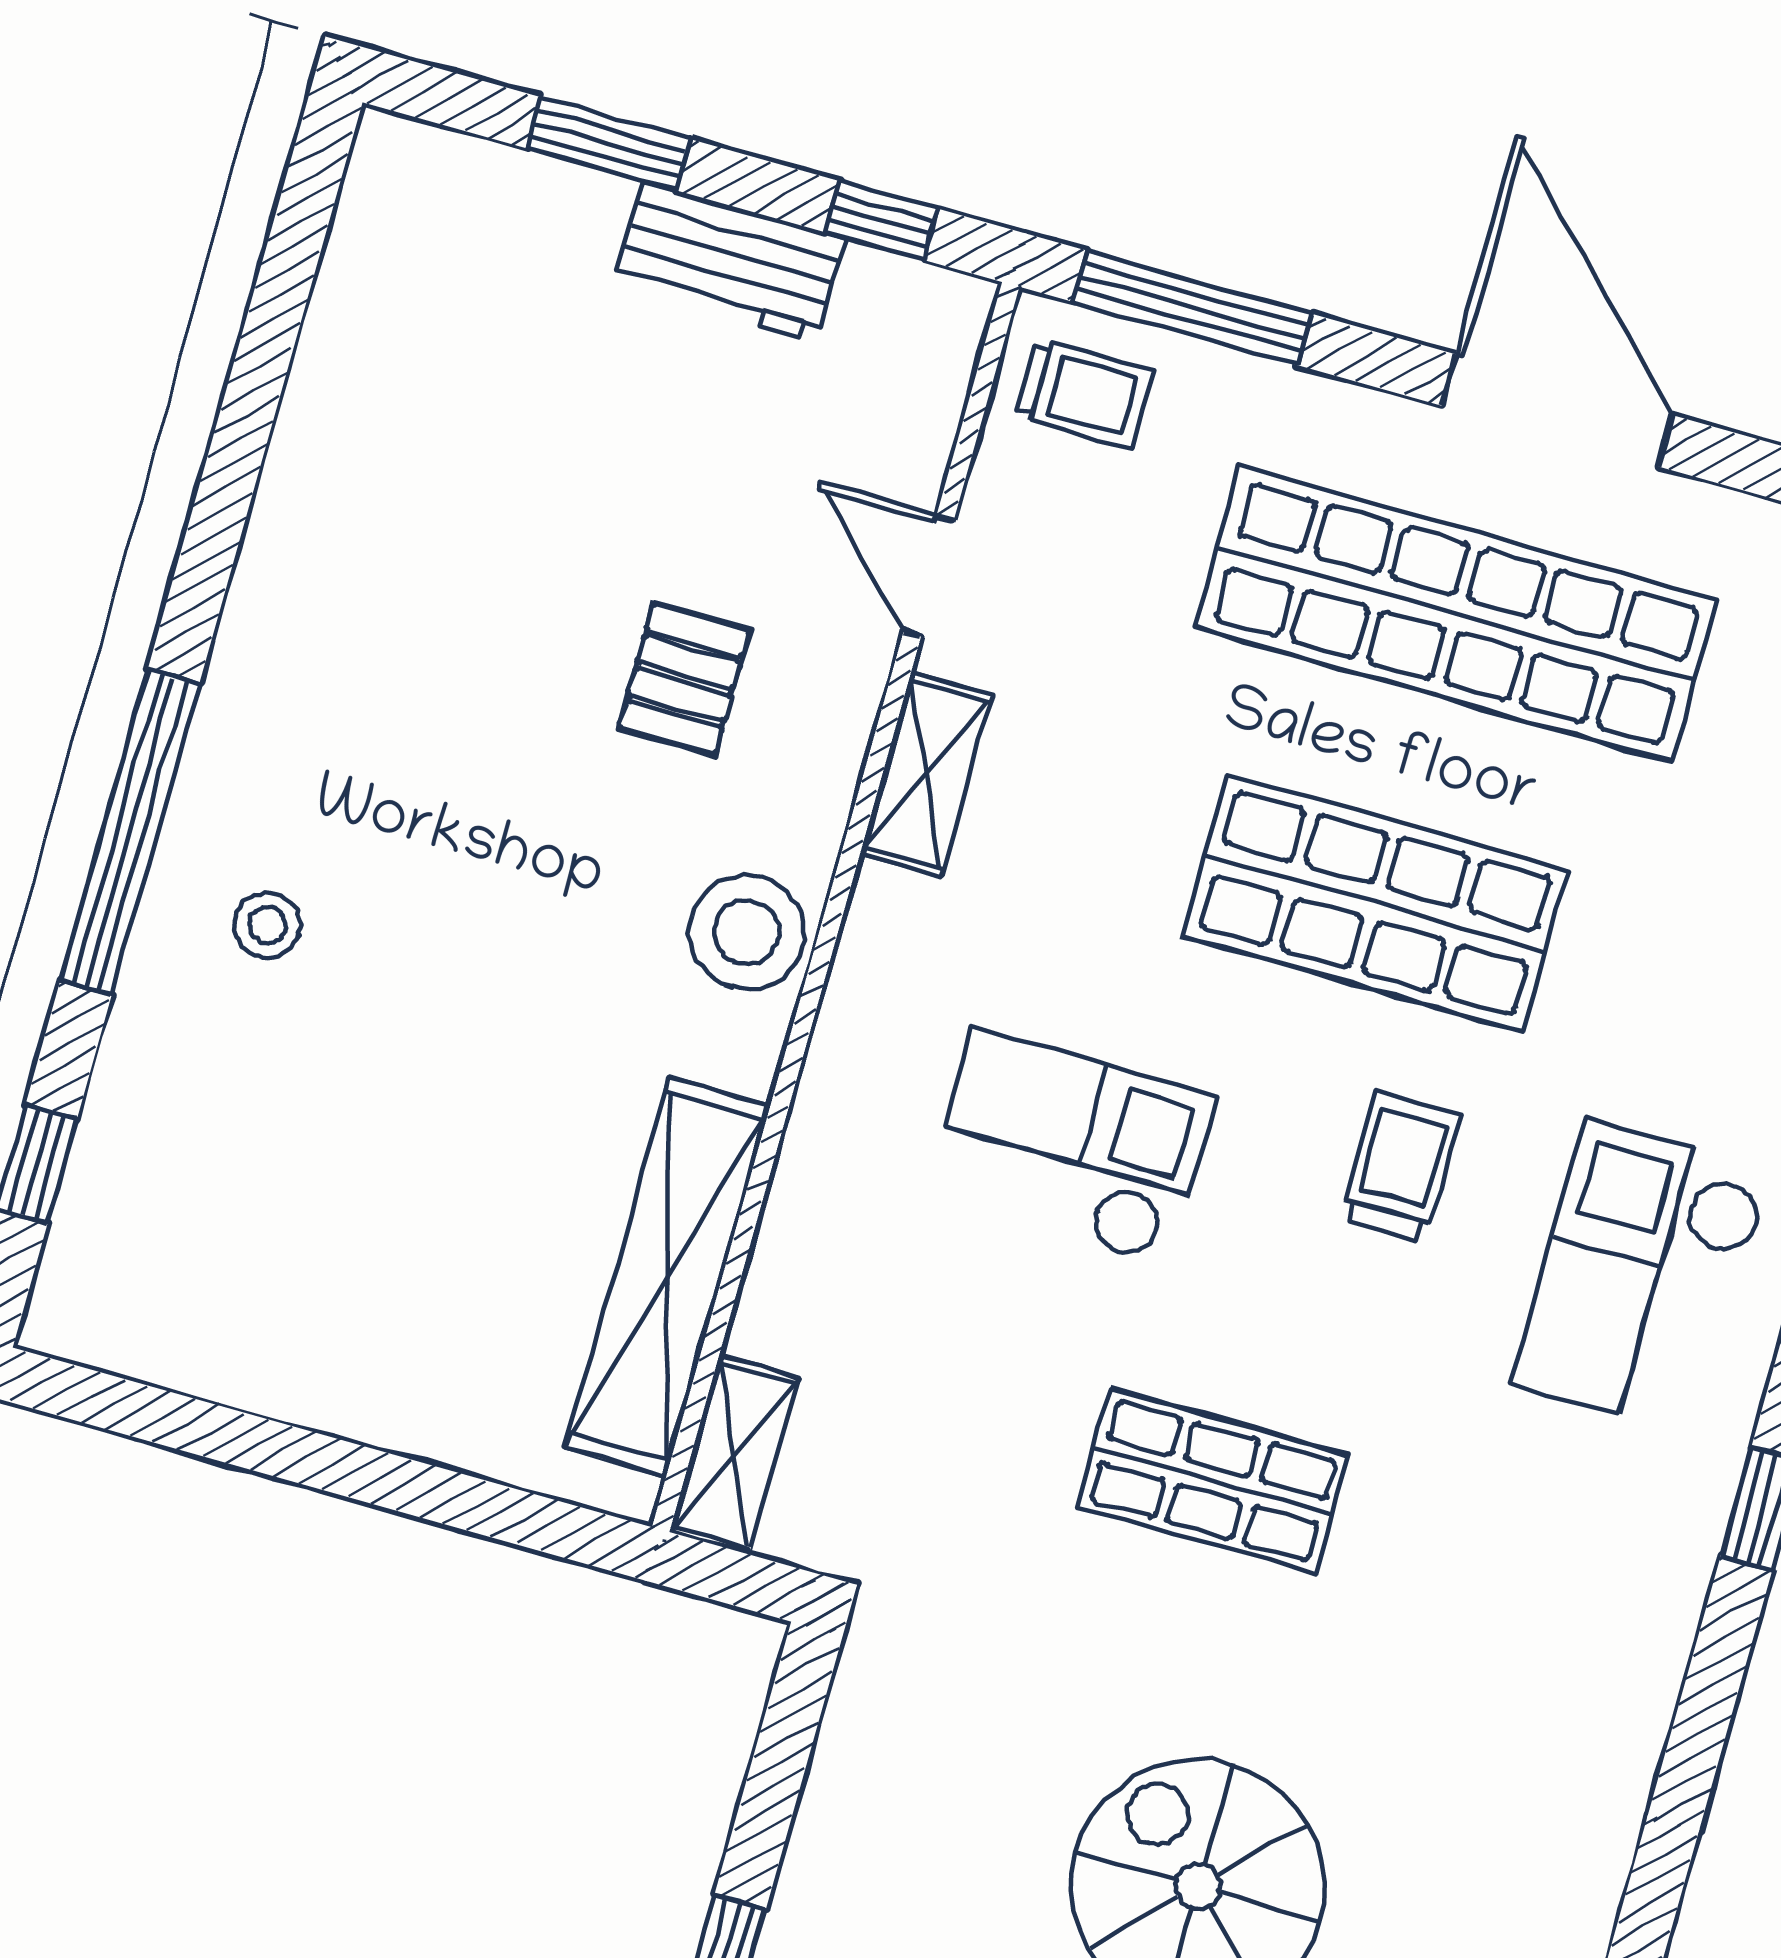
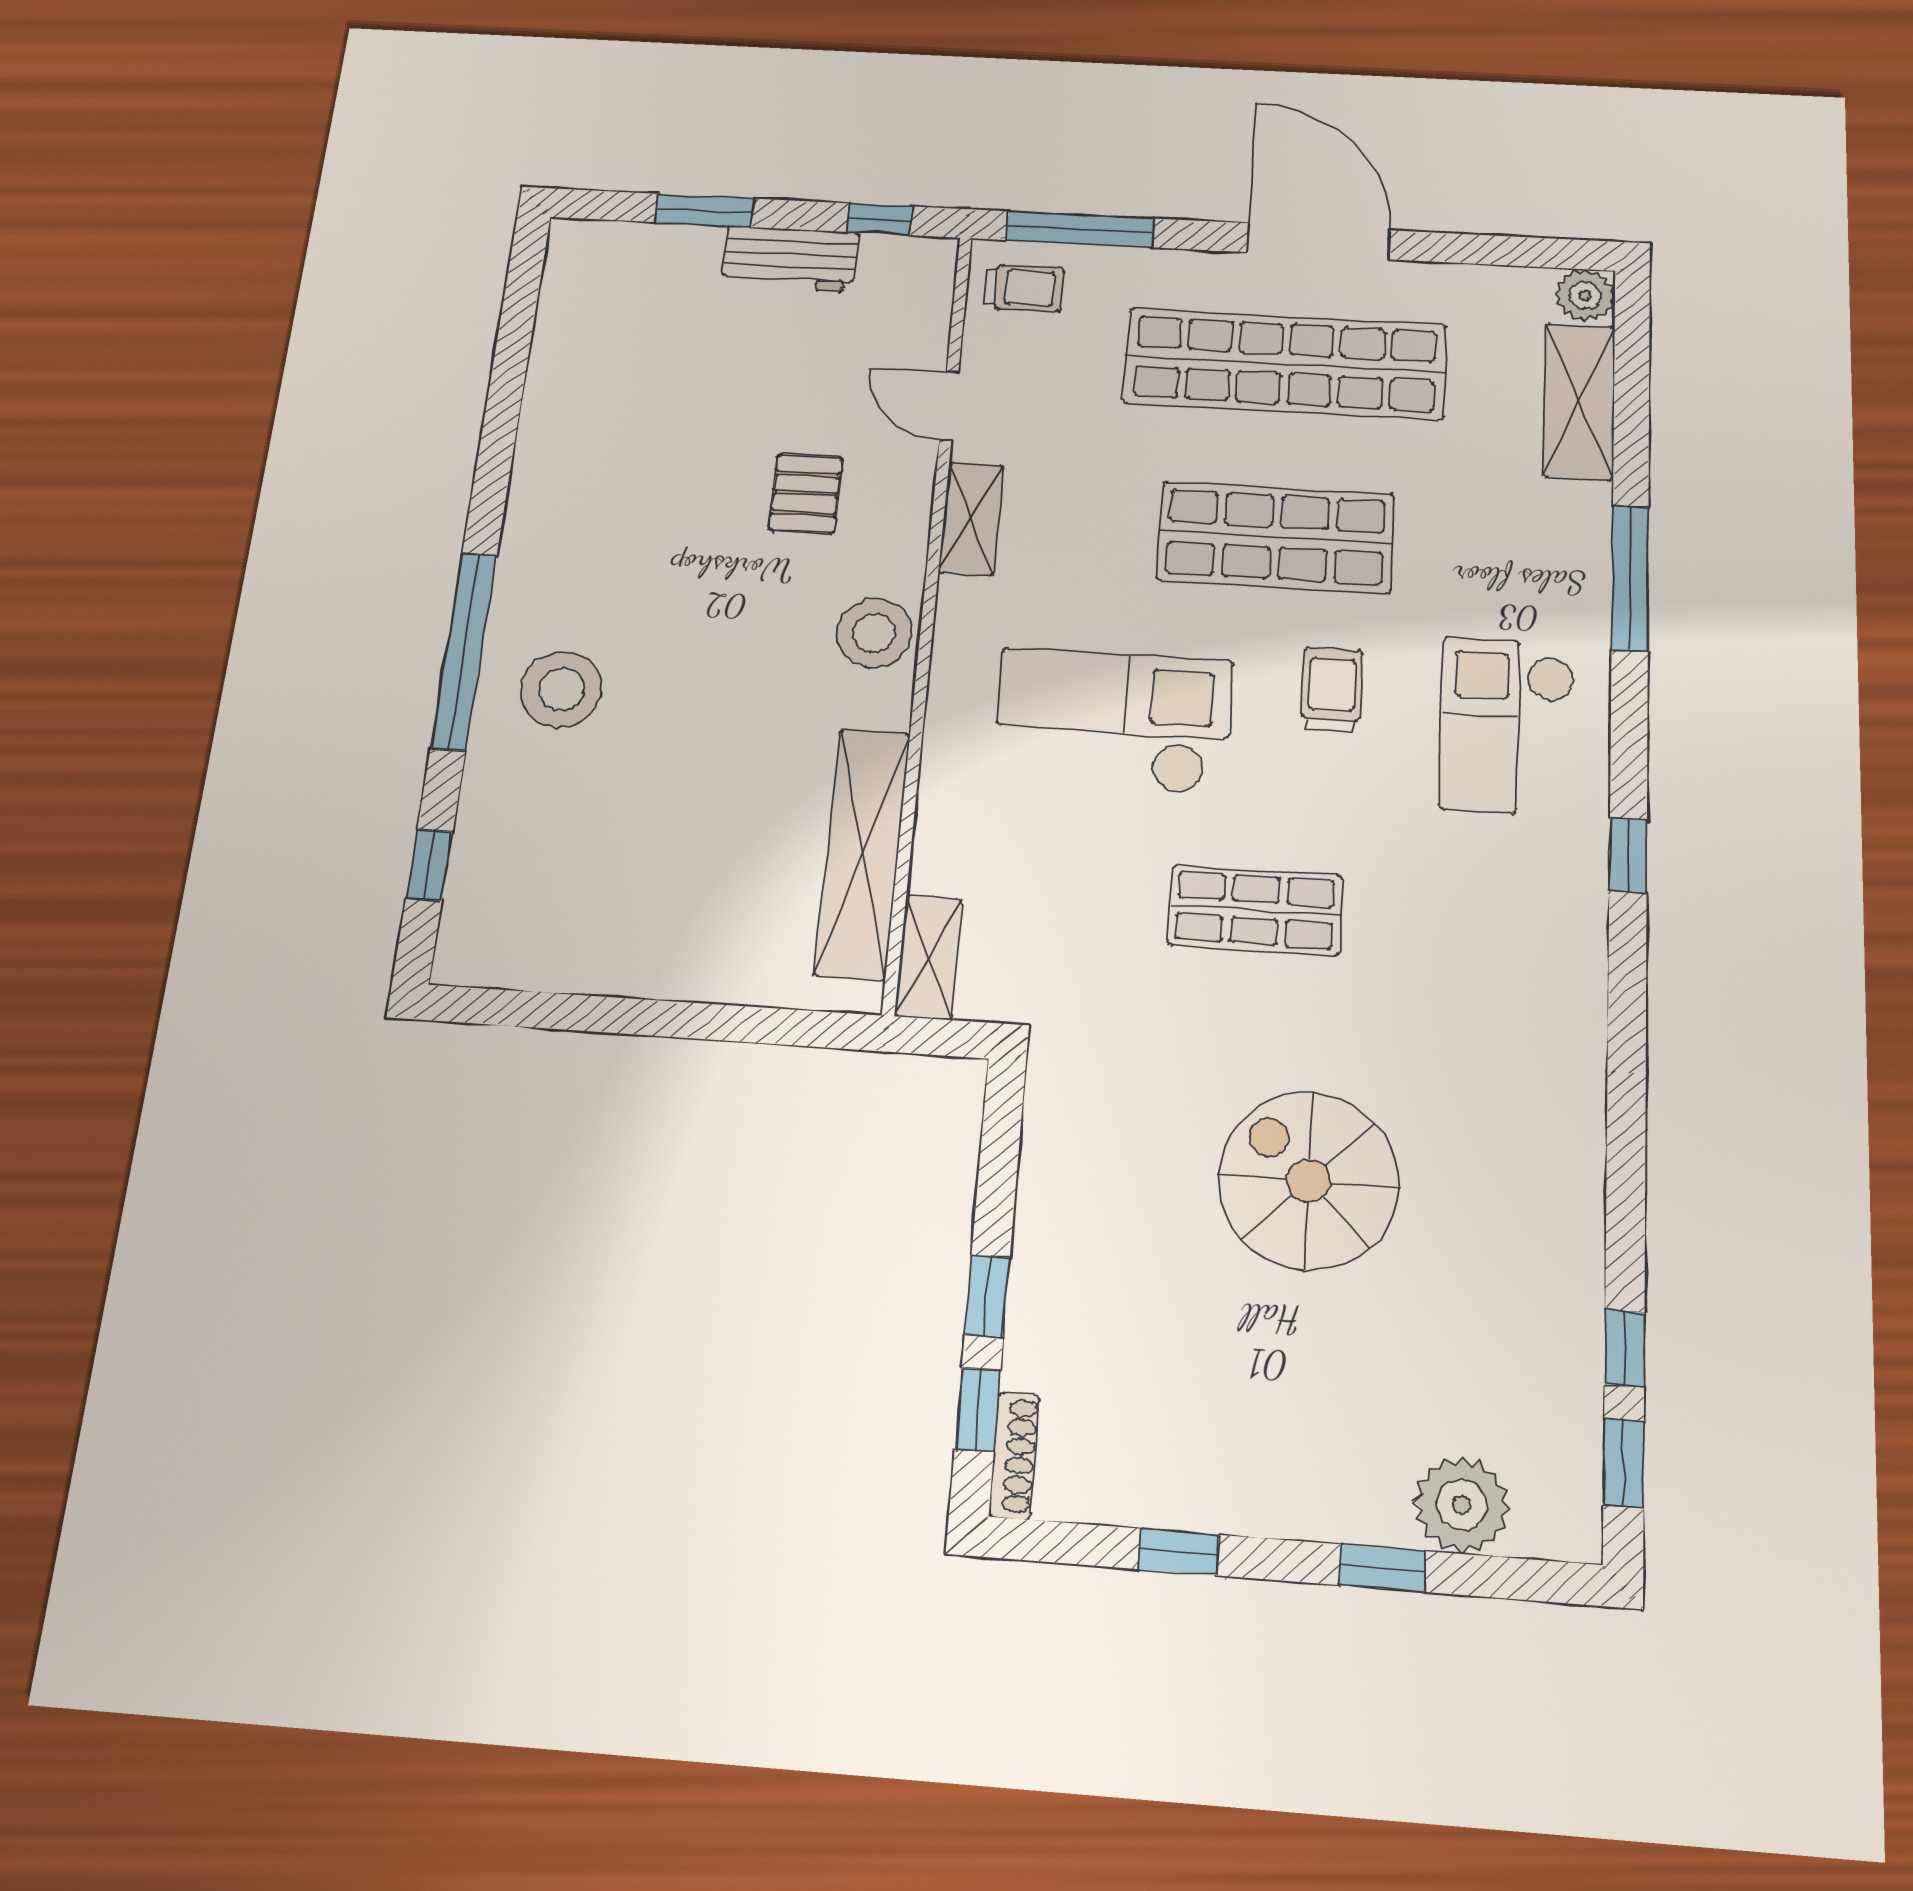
stool: (267, 925) -> (561, 689), width x1.89, depth x1.89
checkout: (1071, 1148) -> (1113, 721), width x1.36, depth x1.21

